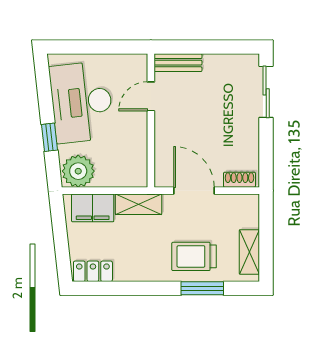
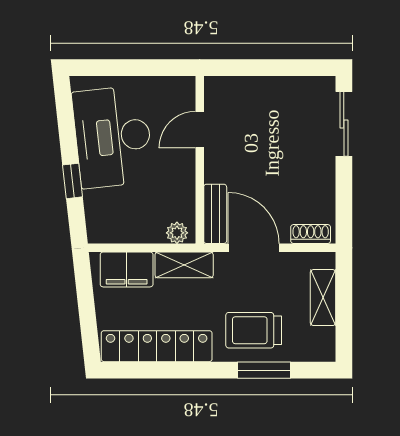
bench: (178, 63) -> (215, 214), moved, turned 90
plant: (78, 171) -> (177, 233), moved, width x0.53, depth x0.53
shelving: (249, 252) -> (323, 298), moved
locker: (93, 271) -> (157, 346), width x2.16, depth x1.21

